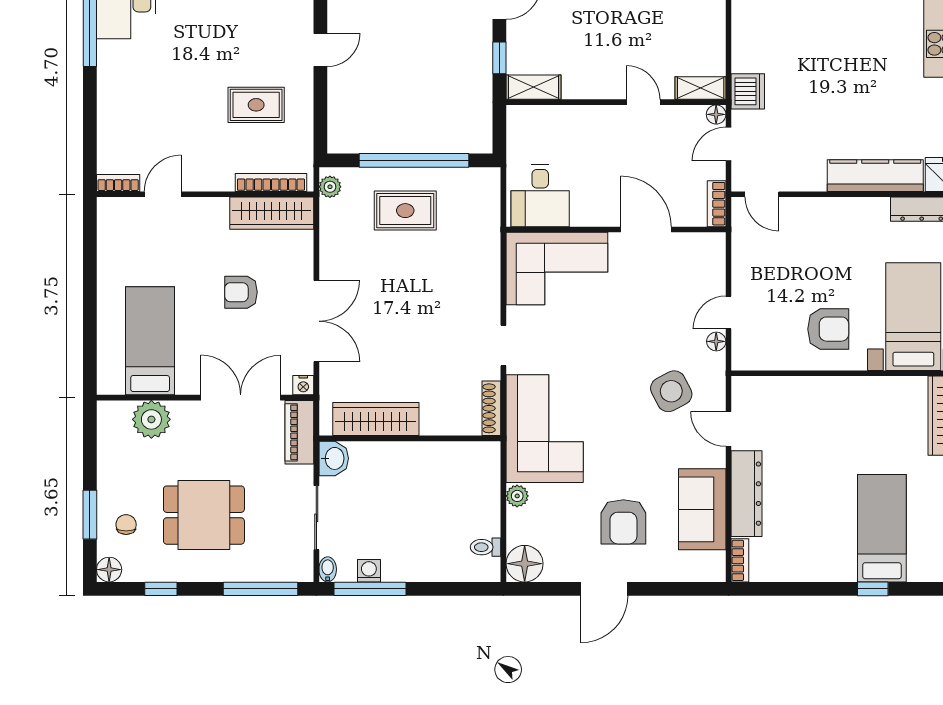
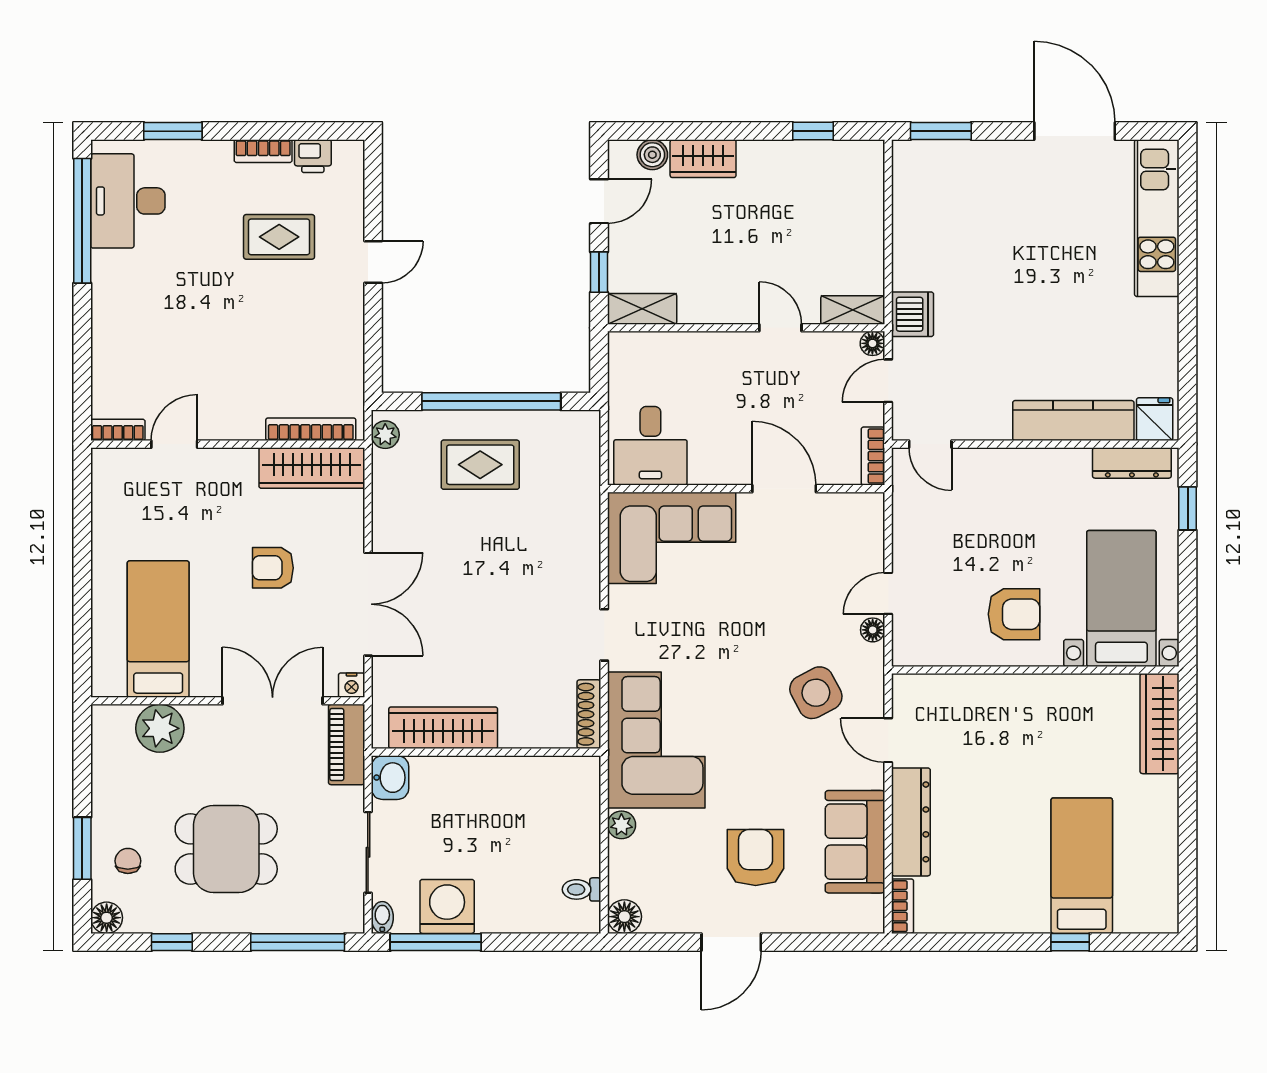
rug: (256, 105) -> (279, 237), moved
armchair: (623, 522) -> (756, 857), turned 180
floor lamp: (525, 564) -> (624, 917), width x0.73, depth x0.73
washing machine: (369, 571) -> (447, 906), width x1.89, depth x1.89

